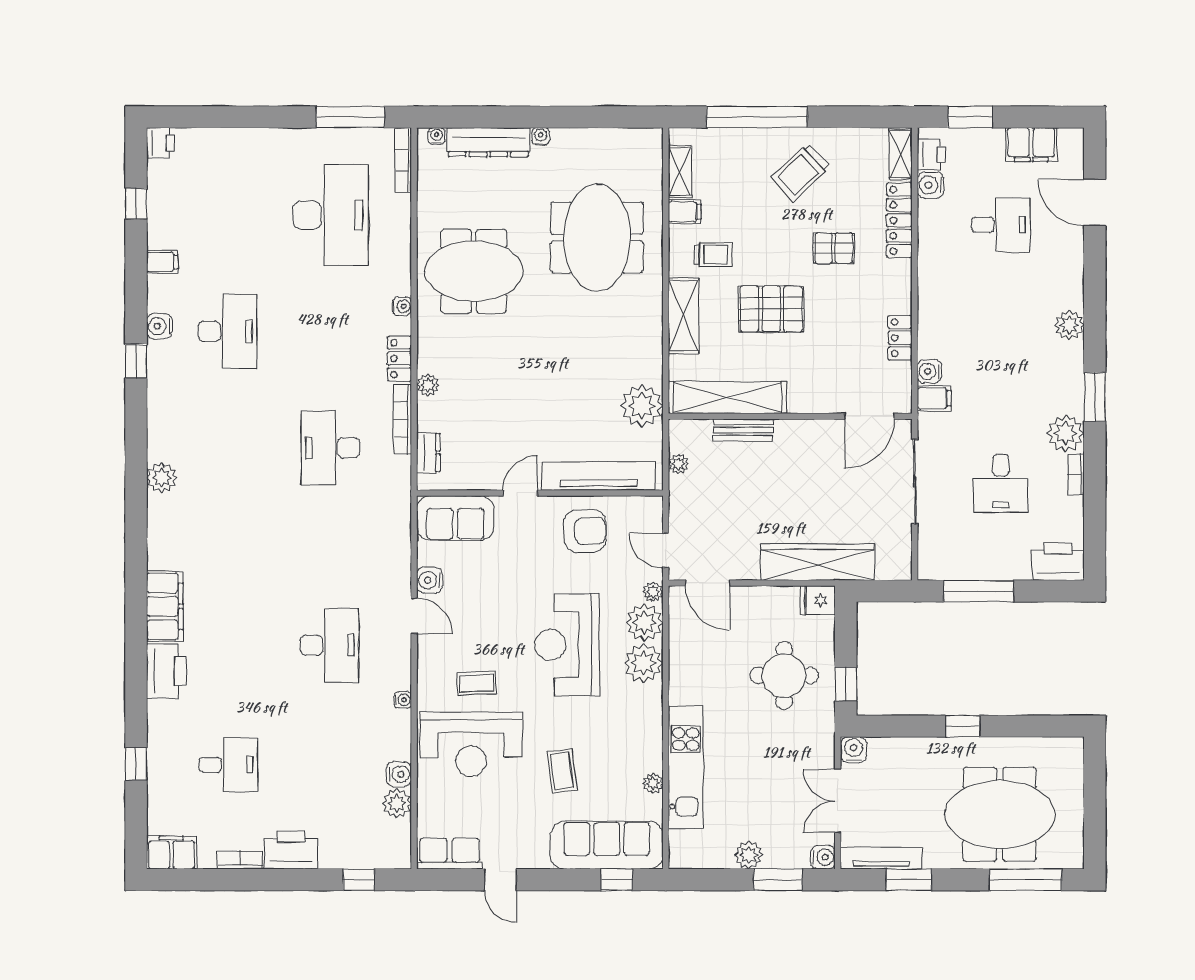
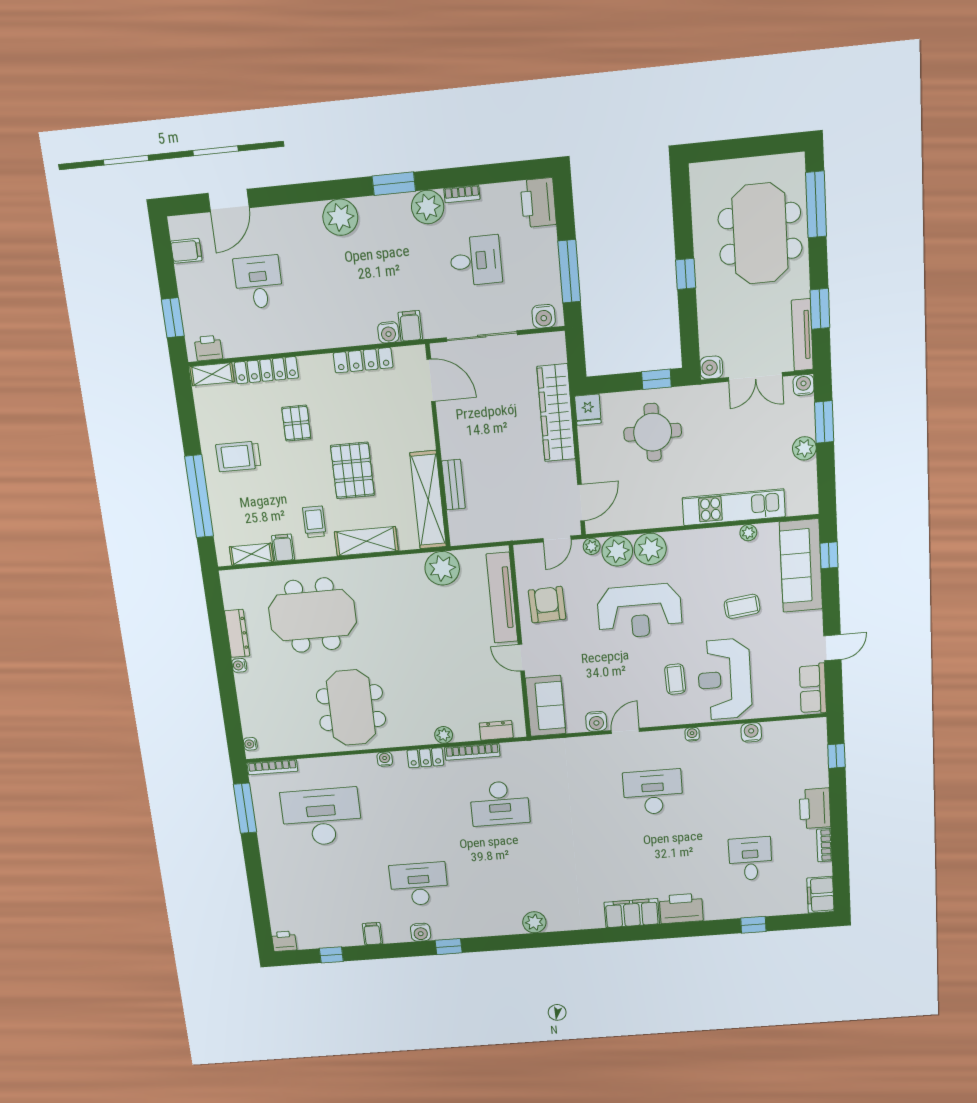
dresser: (488, 142) -> (237, 633), moved, width x0.73, depth x0.80
filing cabinet: (1031, 144) -> (186, 251), width x0.50
trolley: (801, 172) -> (238, 456), turned 133
water cooler: (931, 185) -> (544, 316), moved
plant: (1069, 325) -> (340, 217), width x1.36, depth x1.36
locker: (900, 338) -> (363, 360), width x1.53
plant: (678, 464) -> (486, 535), removed
reception desk: (471, 745) -> (725, 679), turned 180
plant: (397, 803) -> (775, 732), removed

